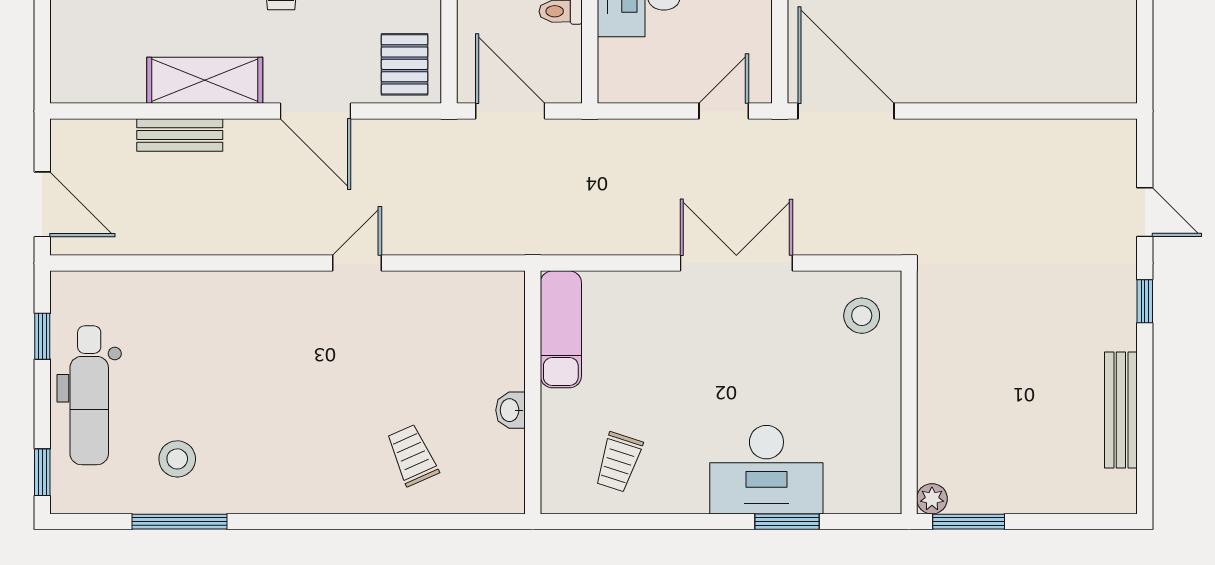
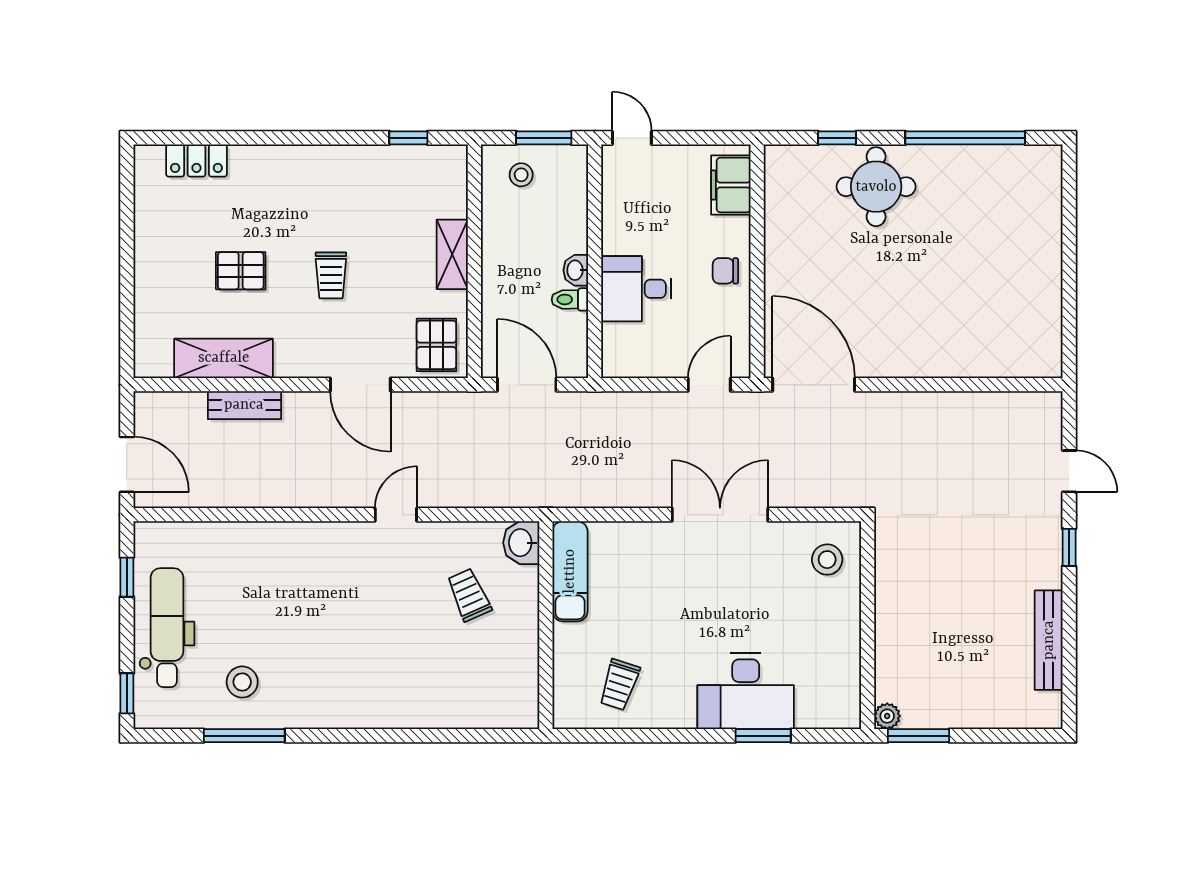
shelving: (205, 80) -> (224, 358), moved
dental chair: (89, 395) -> (167, 628), turned 180
washbasin: (510, 410) -> (521, 543), moved, width x1.38, depth x1.45
trolley: (412, 455) -> (469, 595), moved

